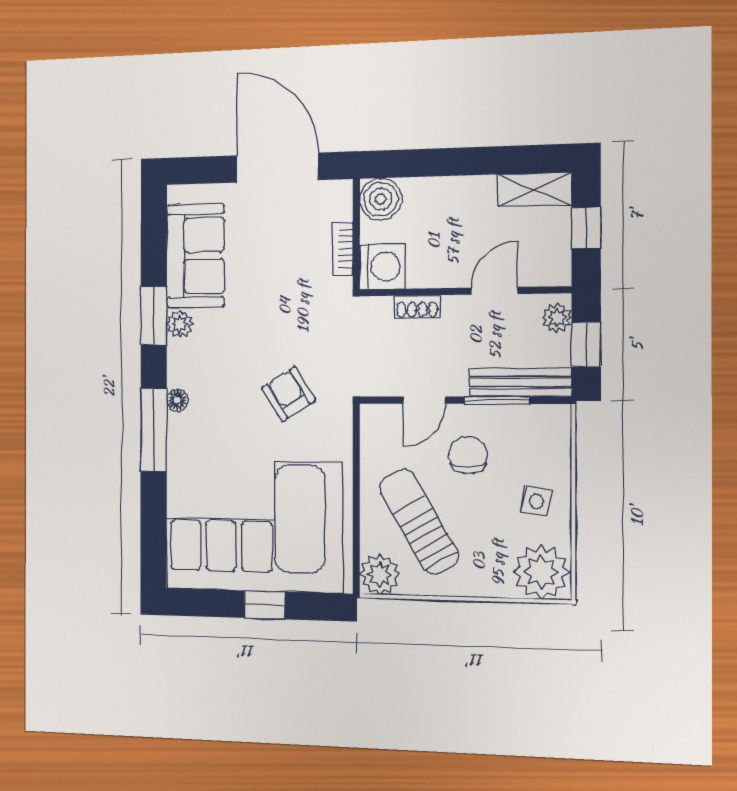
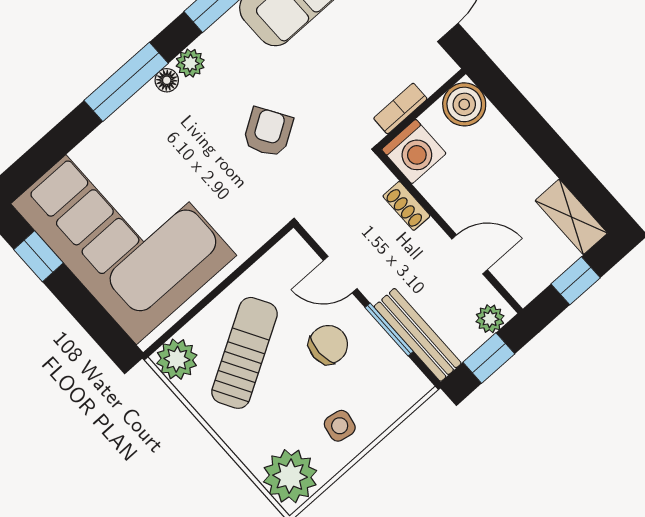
plant: (180, 324) -> (190, 63), moved
armchair: (289, 394) -> (268, 132), moved
window: (264, 605) -> (38, 256), moved

